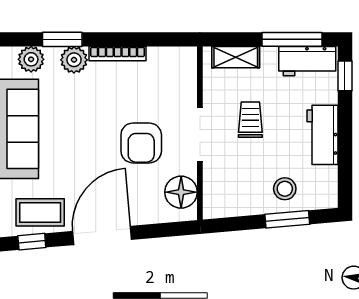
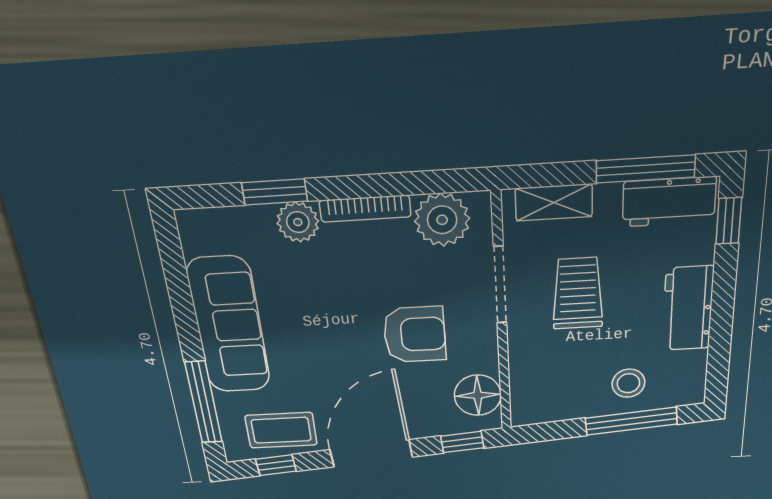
plant: (31, 59) -> (442, 220), moved, width x1.36, depth x1.36
trolley: (250, 120) -> (578, 294), width x1.36, depth x1.39
doorway: (200, 135) -> (500, 285), moved
armchair: (141, 143) -> (415, 335), turned -90
window: (287, 219) -> (631, 421), width x1.44
window: (168, 230) -> (462, 442), added

